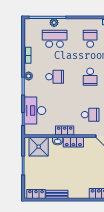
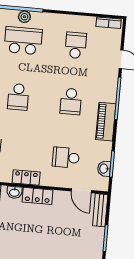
school desk: (55, 77) -> (18, 97), turned 90
school desk: (90, 115) -> (66, 157), turned 180

